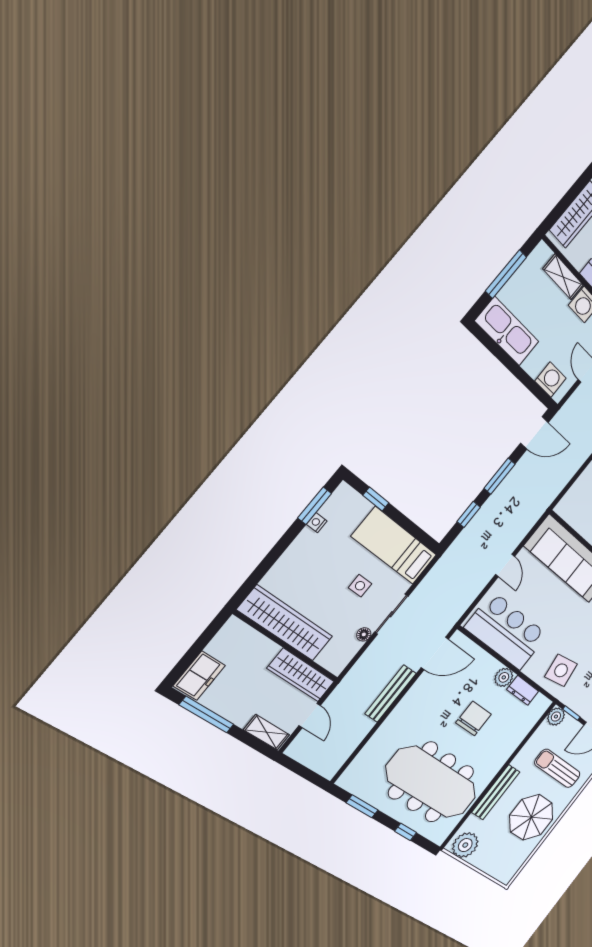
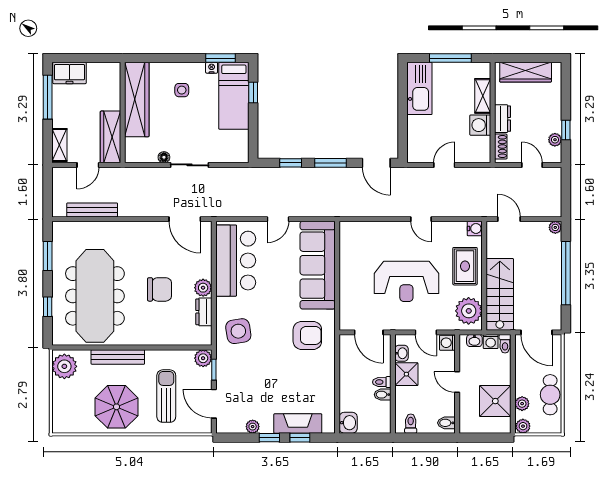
washing machine: (551, 380) -> (417, 144), removed
bed: (394, 546) -> (234, 96), moved, turned 180
side table: (360, 586) -> (182, 90), moved
bench: (391, 693) -> (92, 210), moved

